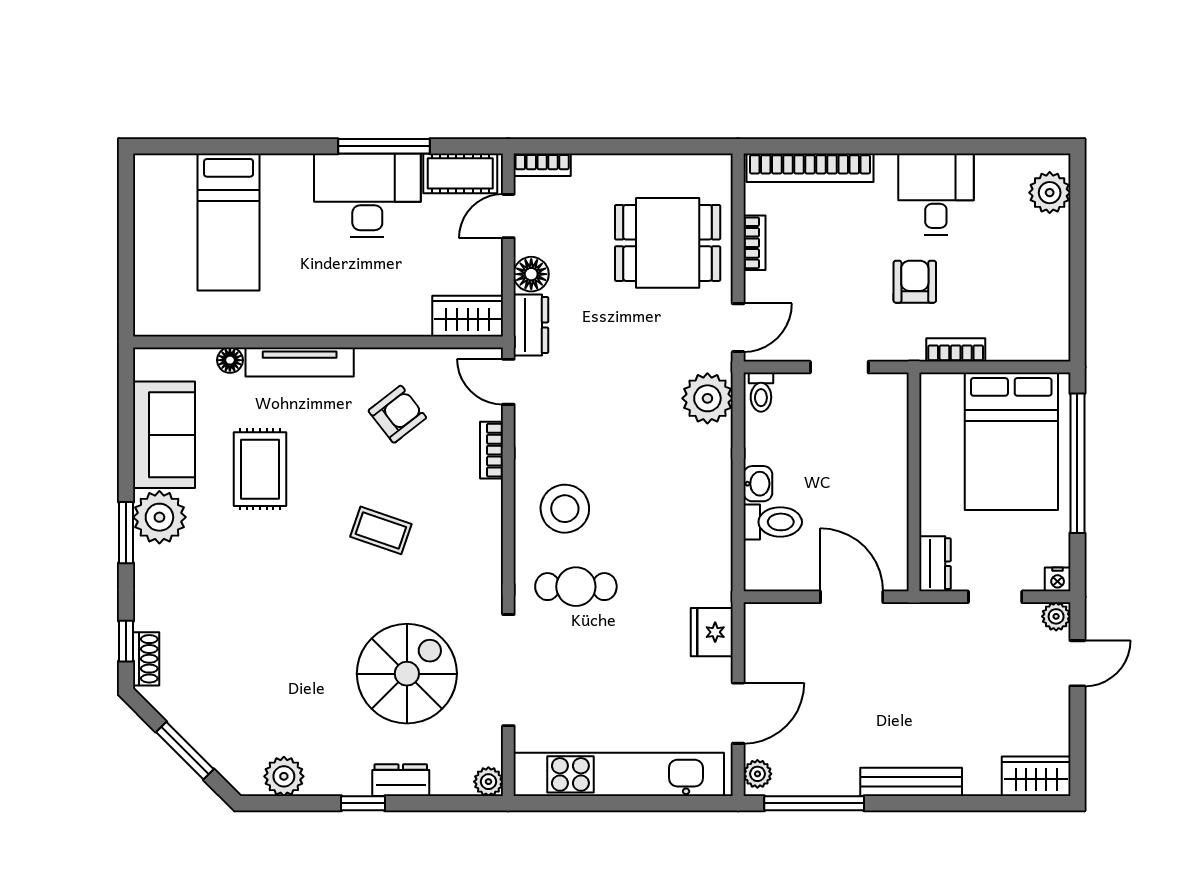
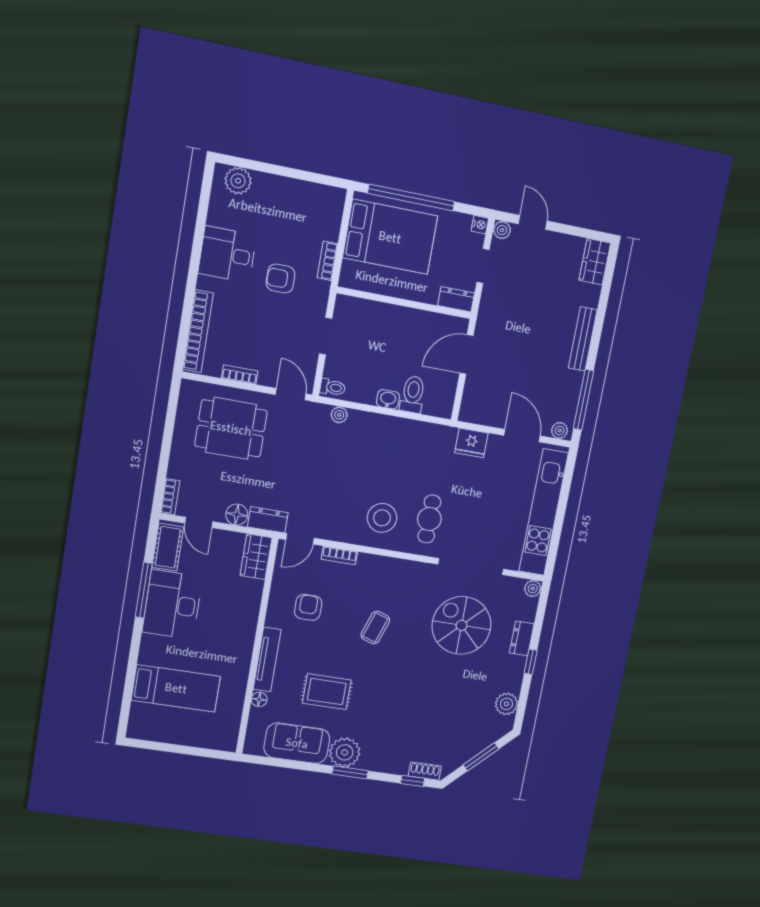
dining table: (668, 243) -> (231, 428), turned 90
plant: (707, 398) -> (339, 415), width x0.53, depth x0.53
armchair: (397, 414) -> (308, 607), turned 38

